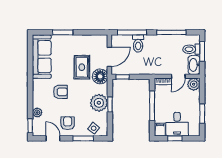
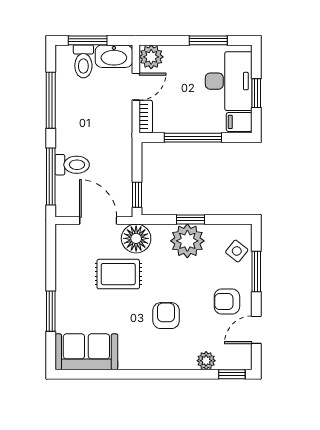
sofa: (42, 57) -> (86, 352), width x0.73
door: (178, 76) -> (136, 87), hinge flipped
desk: (177, 124) -> (229, 81), width x1.37

